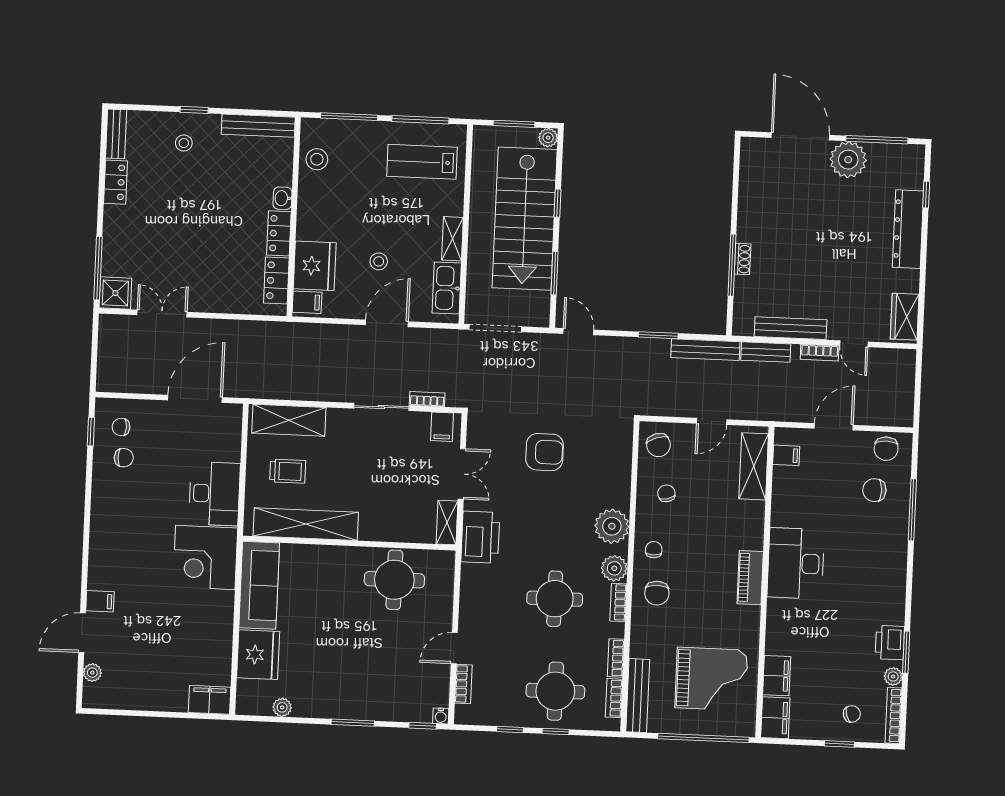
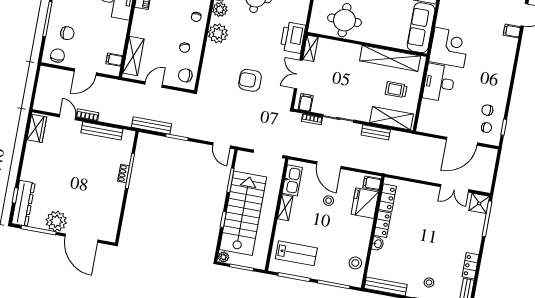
dresser: (908, 229) -> (23, 203), moved
door: (387, 323) -> (329, 165), hinge flipped
bench: (766, 352) -> (376, 132), moved
door: (195, 399) -> (462, 141), moved
chair: (658, 445) -> (185, 75), turned -72

